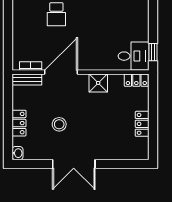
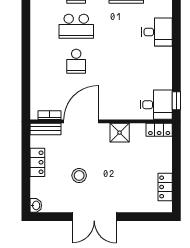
locker: (19, 123) -> (37, 162), moved
locker: (142, 124) -> (165, 187), moved

